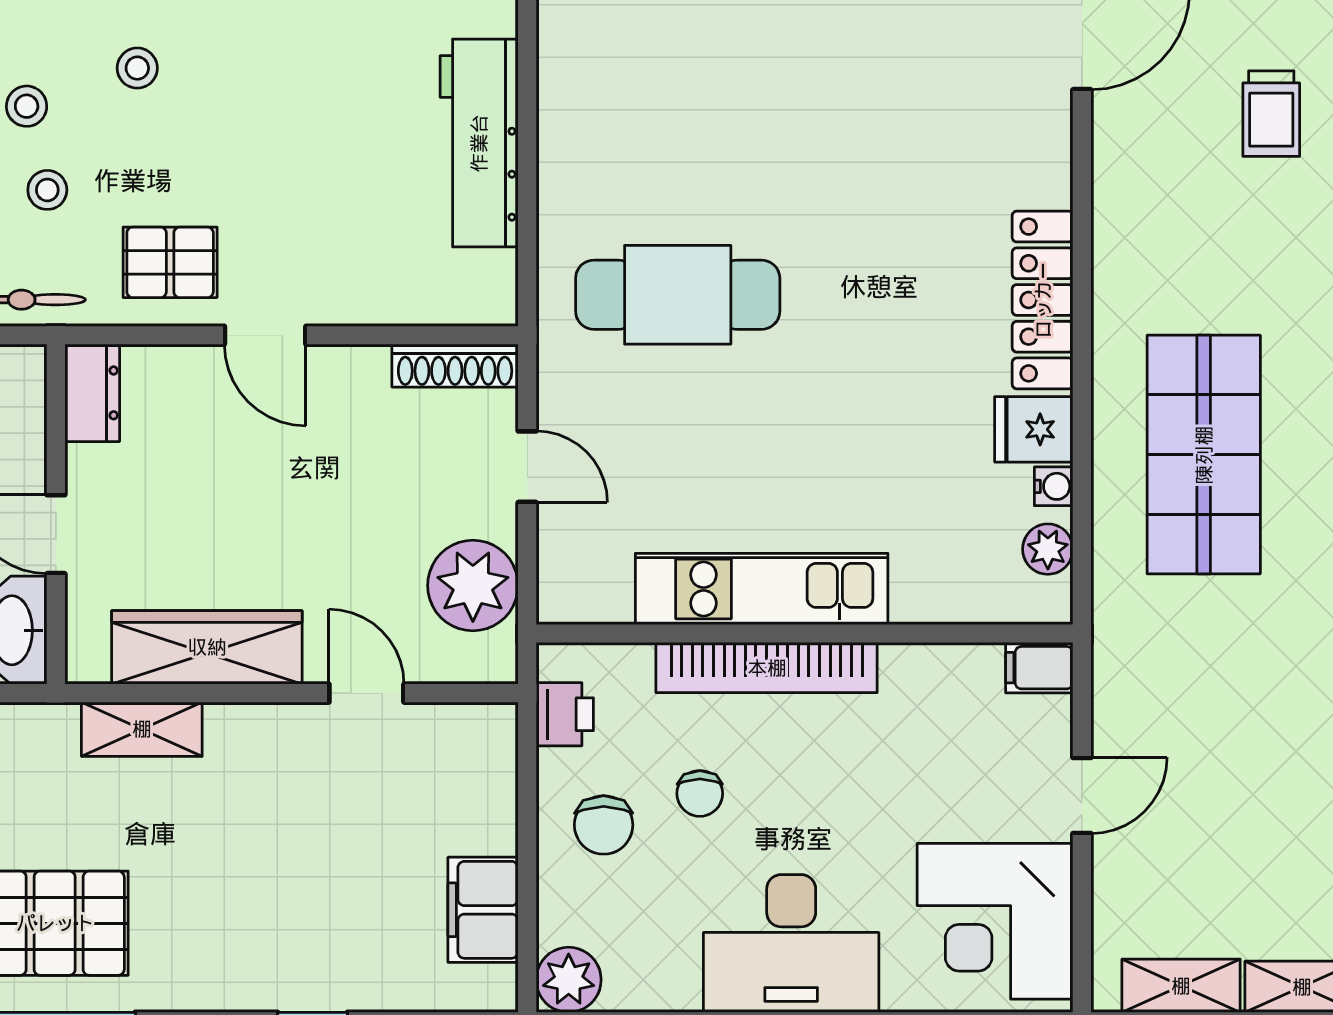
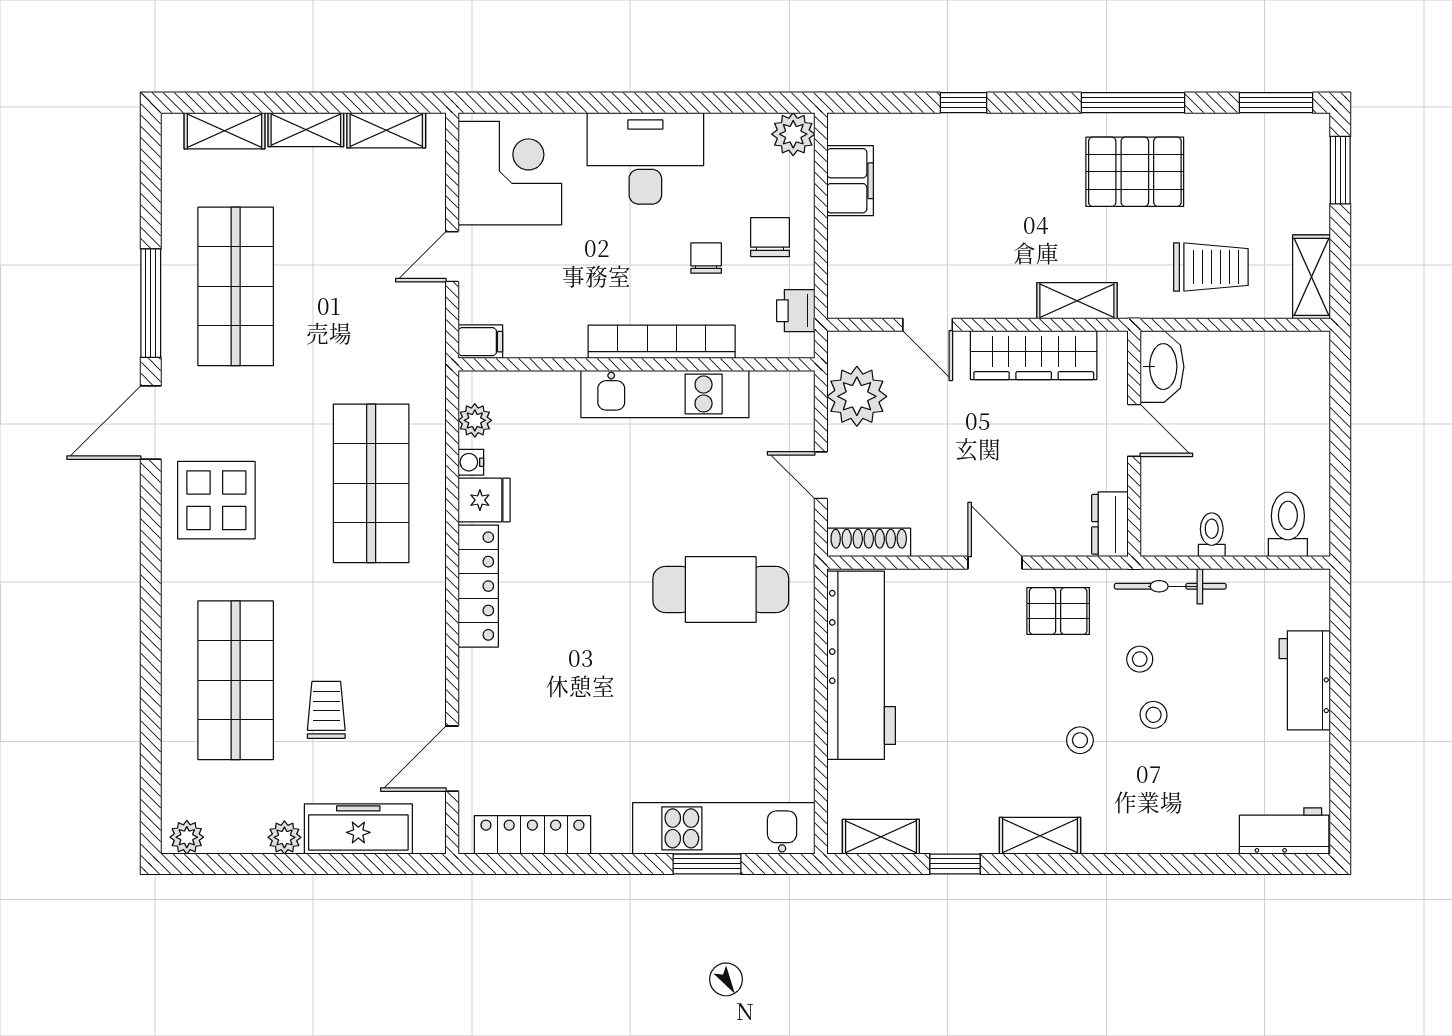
workbench: (479, 143) -> (861, 665), width x1.36, depth x1.32

